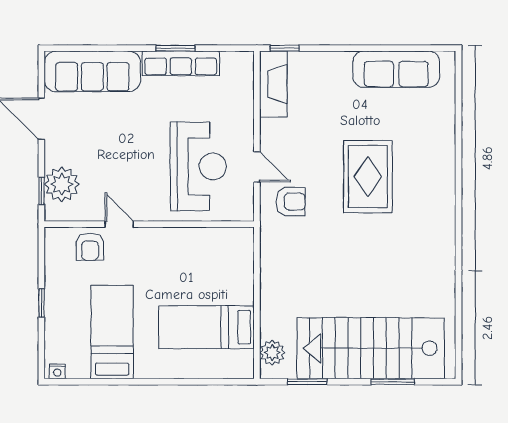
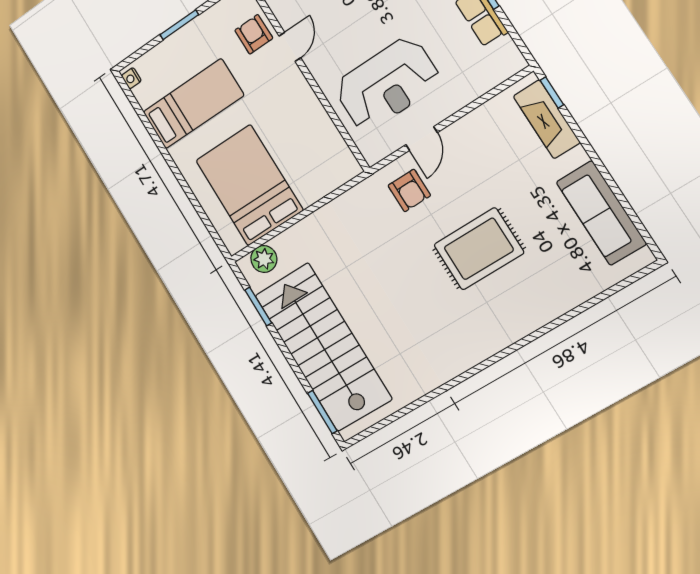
fireplace: (273, 84) -> (547, 119), moved, turned 90
armchair: (90, 247) -> (254, 34), turned 90
window: (41, 303) -> (179, 25), width x1.50
bed: (206, 327) -> (249, 185), width x1.50
window: (393, 382) -> (322, 412), moved

